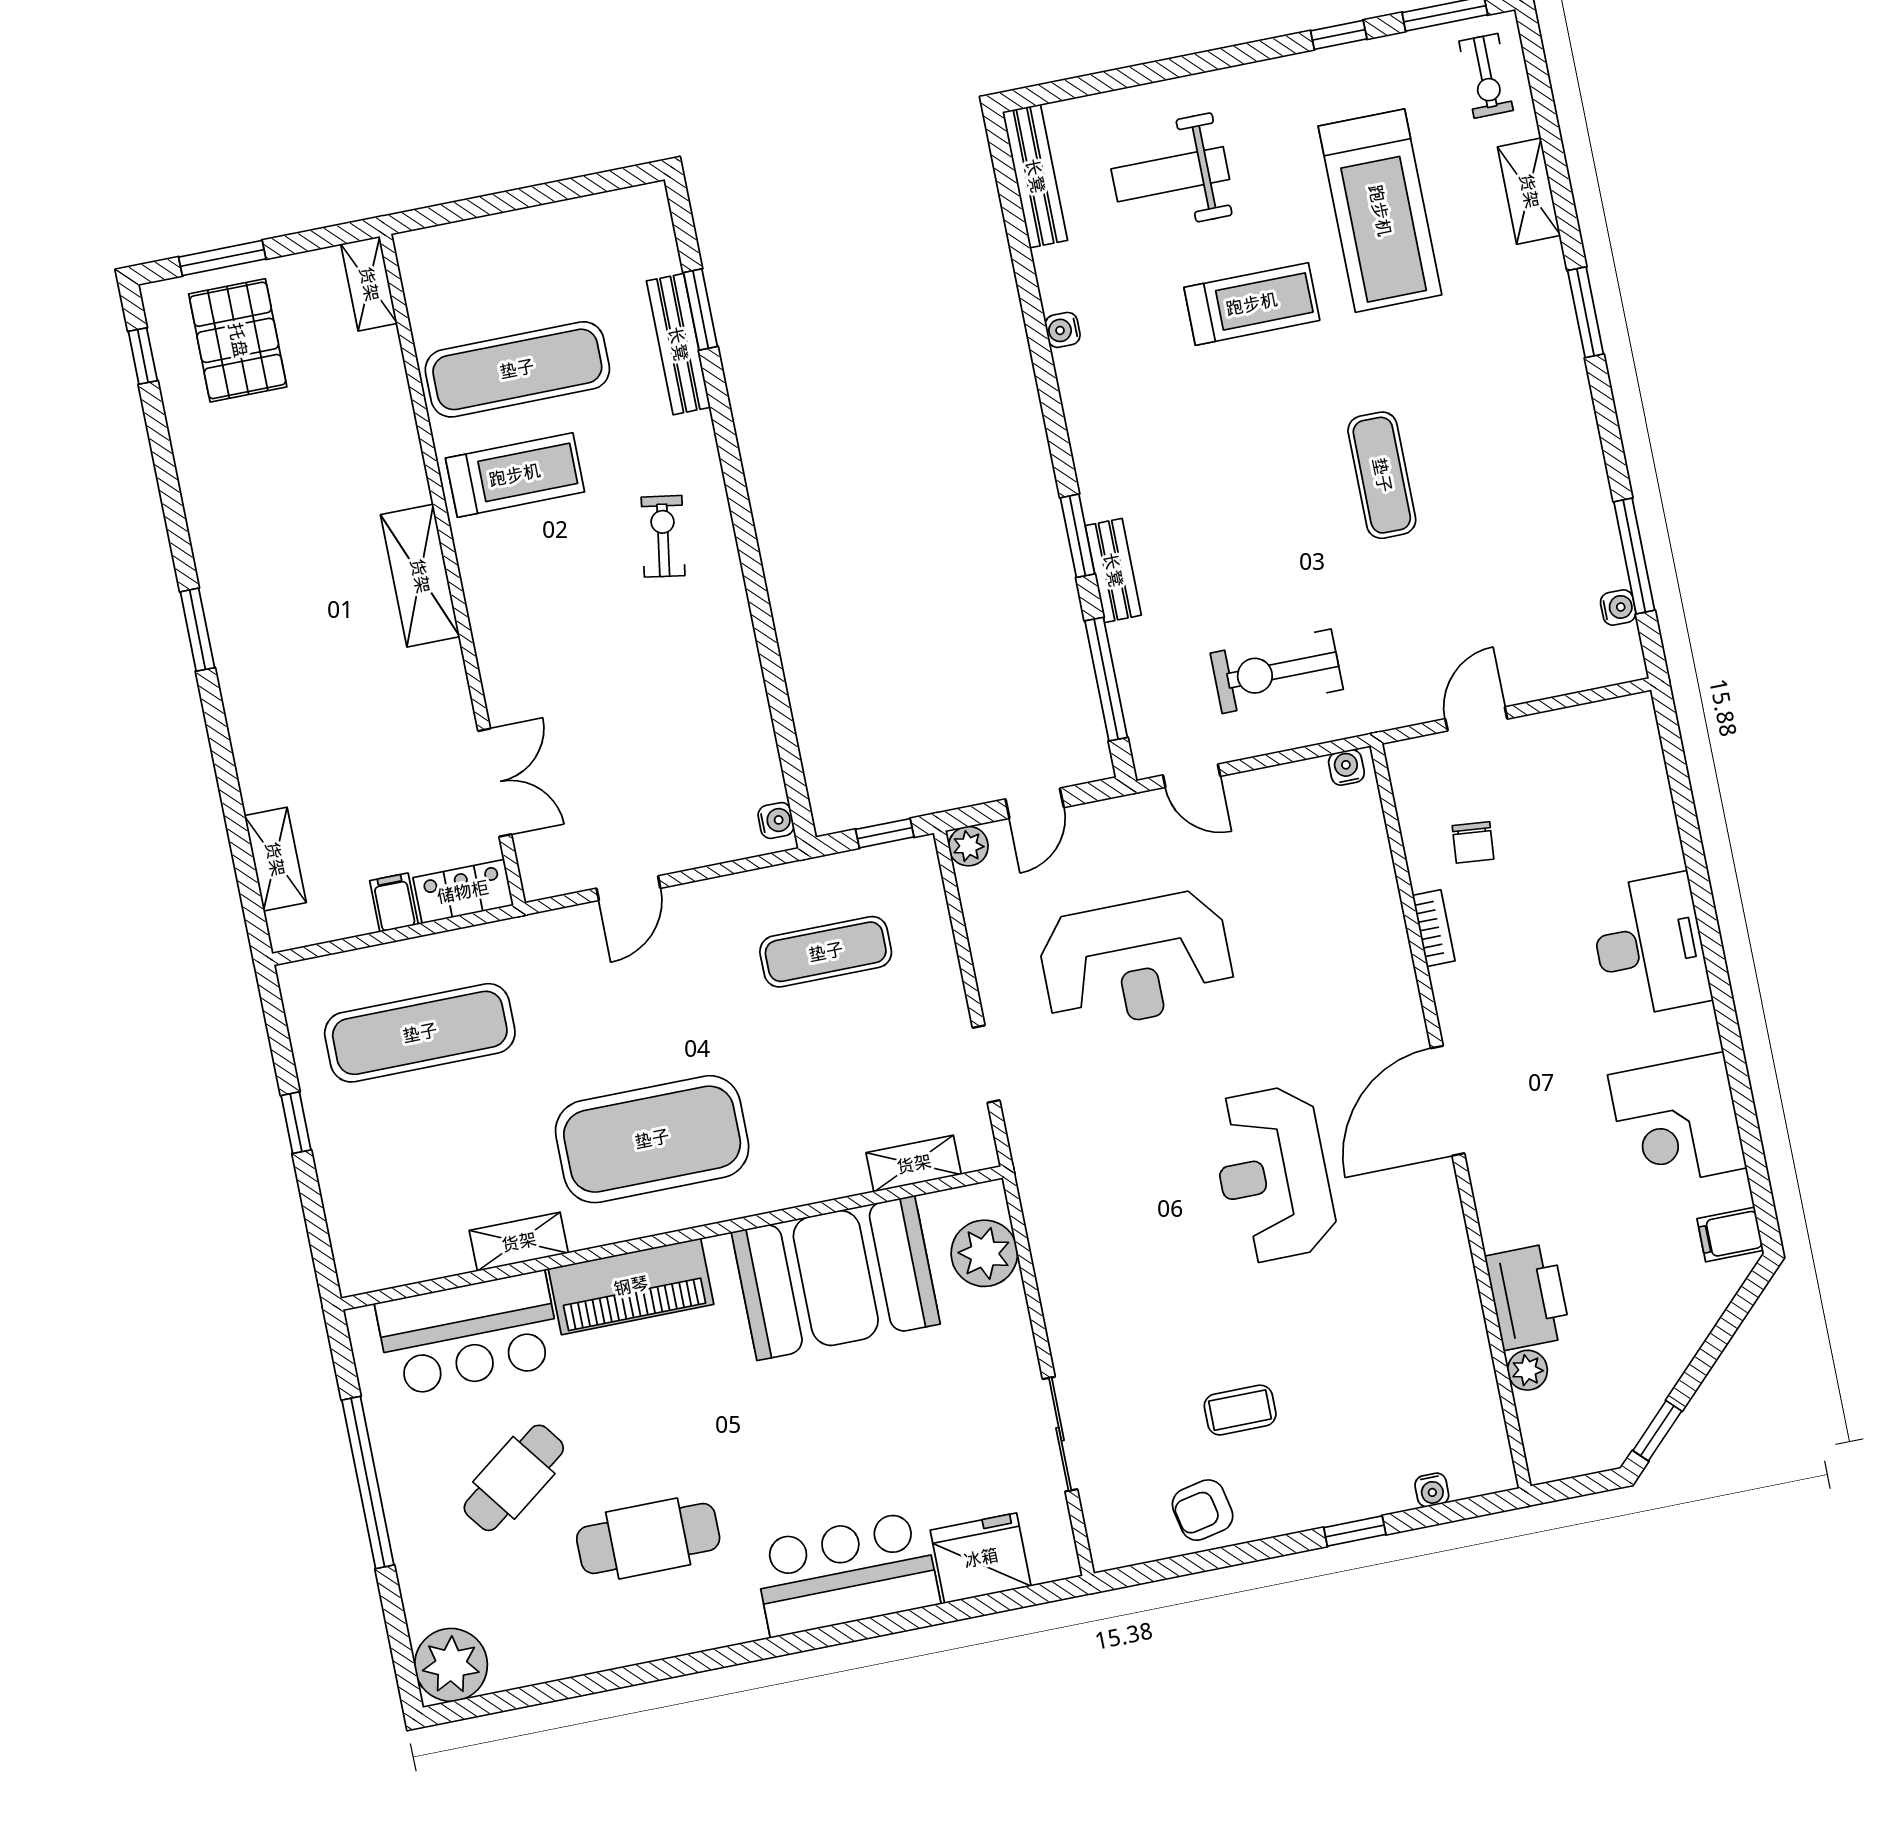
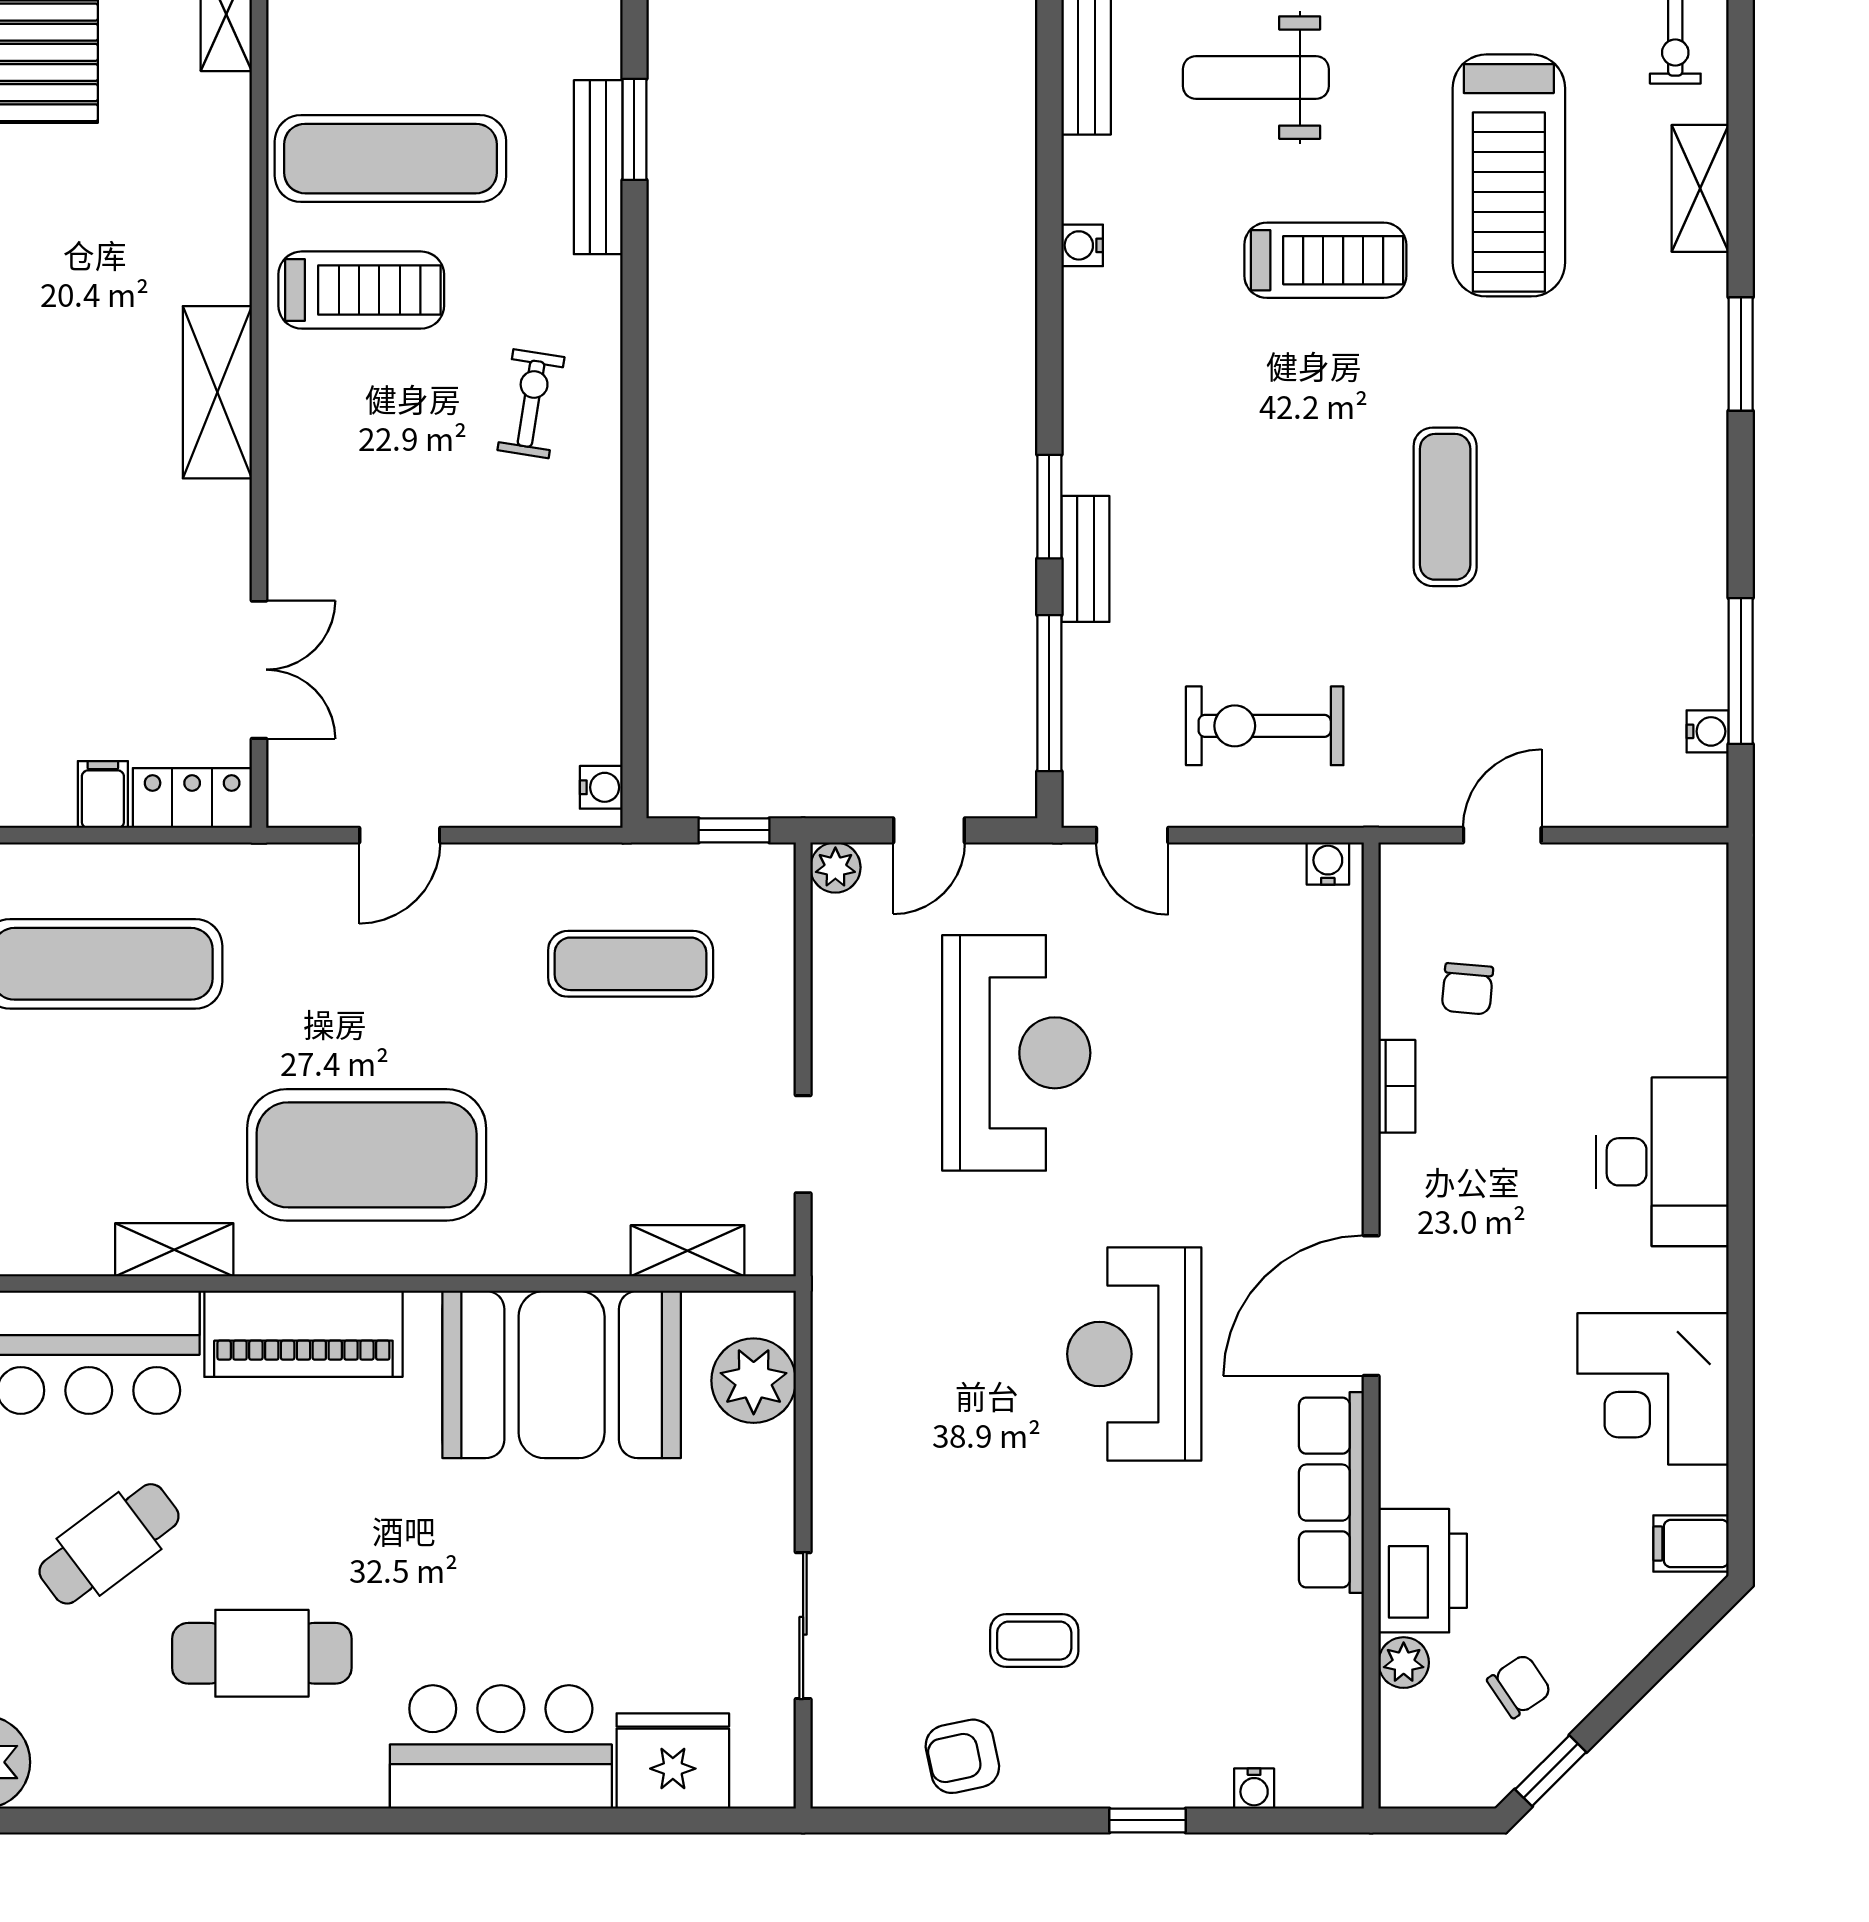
reception desk: (1136, 961) -> (1016, 1053), turned -90
row of seats: (1446, 1251) -> (1331, 1493), added
chair: (1620, 1370) -> (1519, 1686), added

